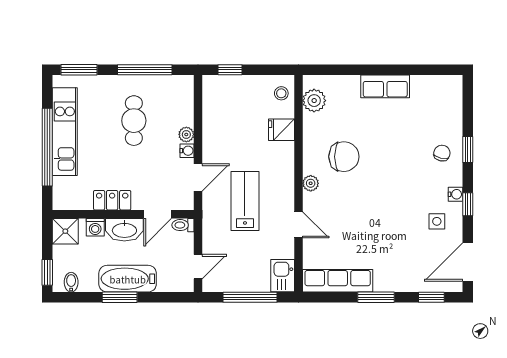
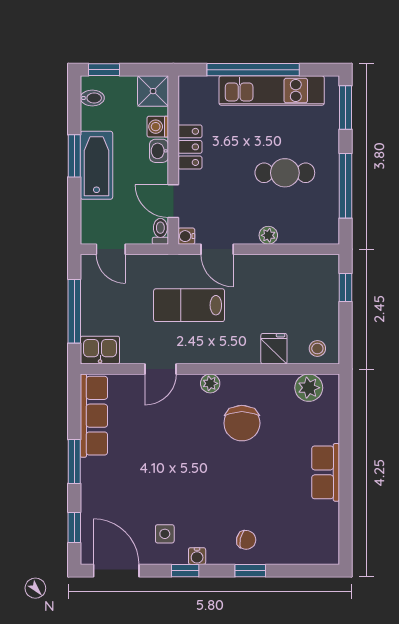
water cooler: (187, 151) -> (186, 236), moved, turned 90
lab bench: (245, 201) -> (189, 305), turned 180
washbasin: (124, 230) -> (159, 151), width x0.52, depth x0.69

